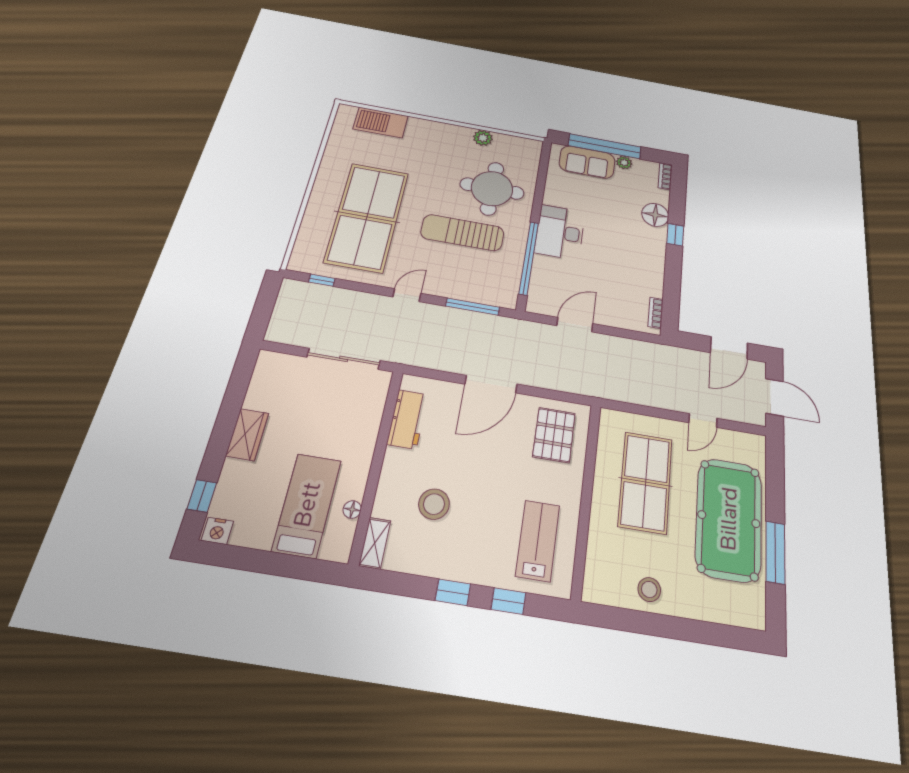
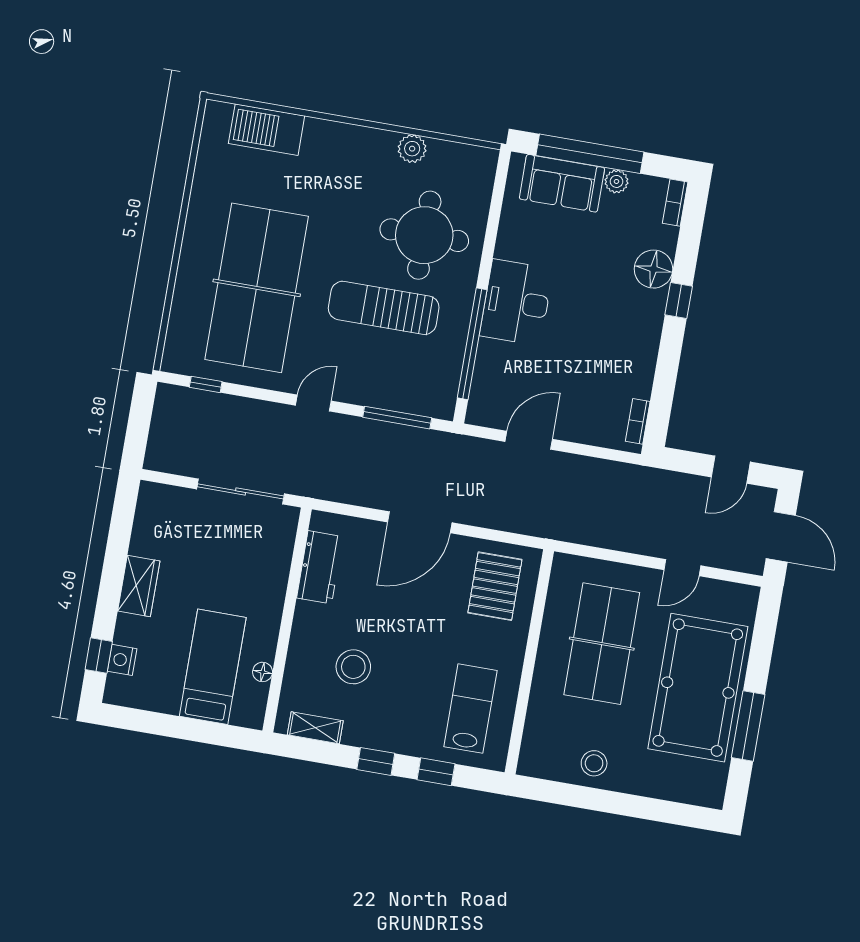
door: (729, 348) -> (731, 470), width x0.73
nightstand: (217, 531) -> (122, 660), moved, turned 90
shelving: (375, 543) -> (315, 728), moved, turned 90

